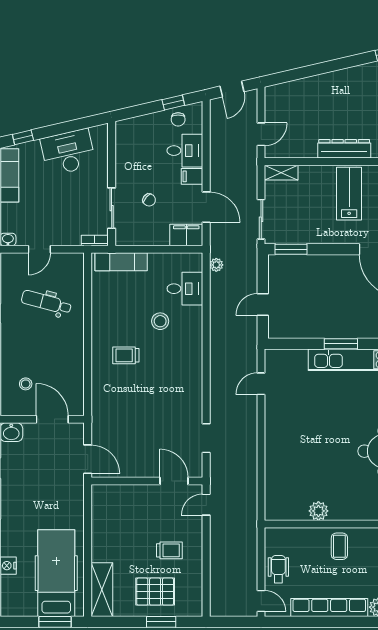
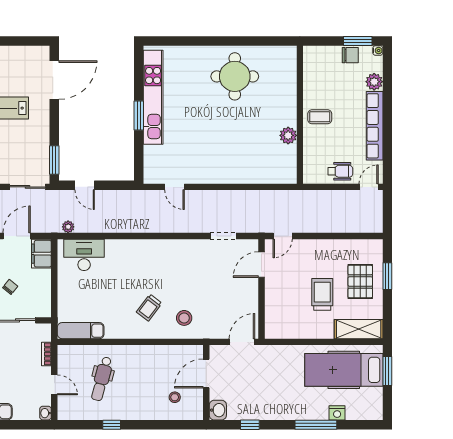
bookcase: (95, 241) -> (46, 354), moved
exam couch: (121, 262) -> (81, 331), moved, turned -90
desk: (185, 289) -> (84, 255), width x1.37
door: (263, 304) -> (85, 185), moved
stool: (160, 321) -> (184, 318), moved
trolley: (126, 355) -> (149, 308), turned 37
door: (206, 505) -> (283, 236), hinge flipped
trolley: (169, 550) -> (322, 294), moved, width x1.36, depth x1.39
wheelchair: (278, 569) -> (340, 171), turned 180

